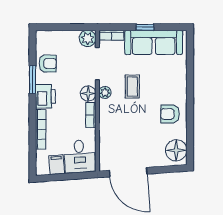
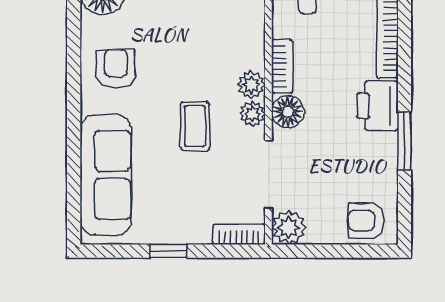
sofa: (154, 42) -> (106, 175), moved, turned 90
armchair: (48, 64) -> (366, 220), moved
plant: (105, 106) -> (251, 85), added
armchair: (170, 114) -> (116, 69), turned -90

